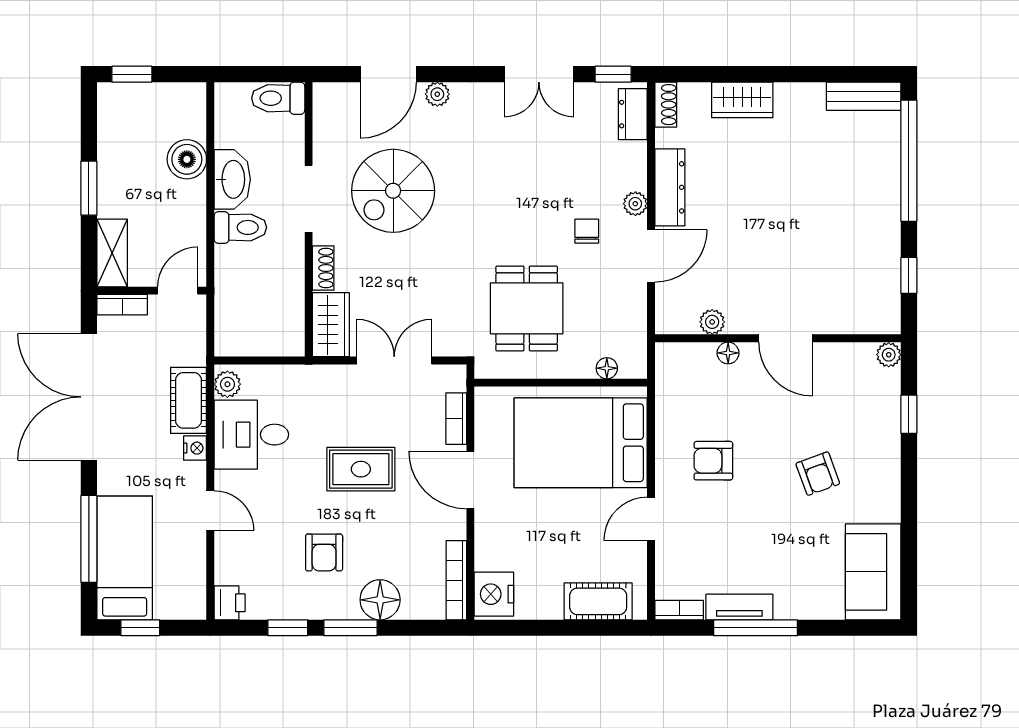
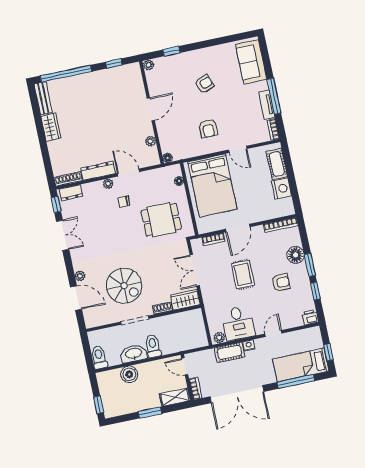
toilet: (278, 98) -> (99, 357), moved, turned 180
wardrobe: (742, 100) -> (51, 127), moved
shoe rack: (666, 105) -> (68, 179), width x1.43
floor lamp: (728, 353) -> (168, 158), moved
sofa: (873, 572) -> (251, 62), moved, turned 90
nightstand: (494, 594) -> (282, 188), moved, turned -90

